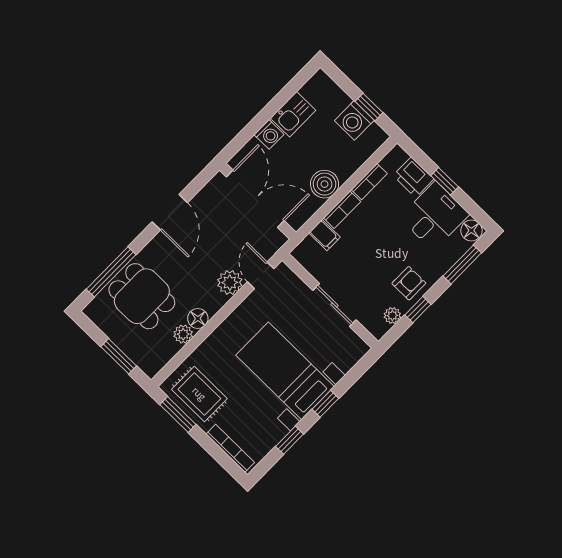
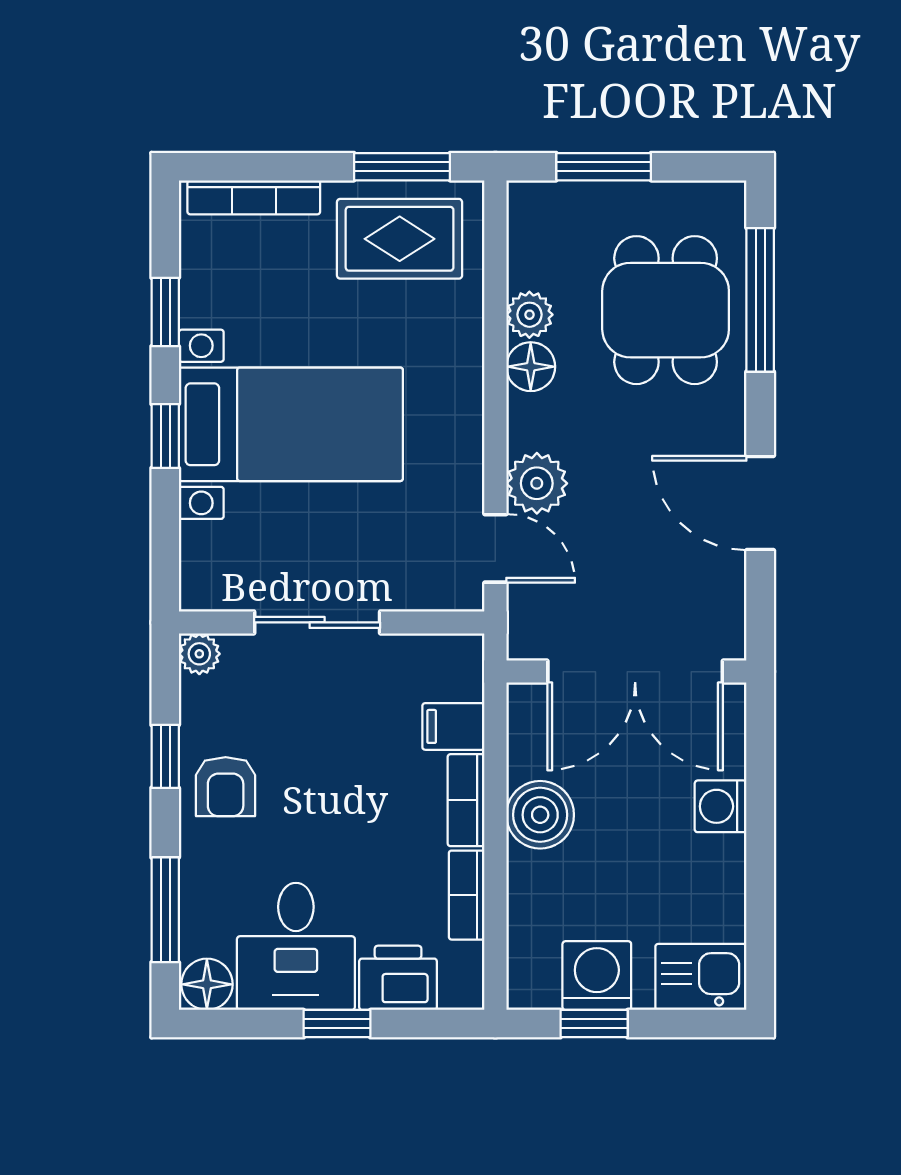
kitchen sink: (293, 114) -> (701, 977), moved, turned 90
dining table: (142, 296) -> (666, 310), turned 90
plant: (392, 315) -> (199, 654), moved

